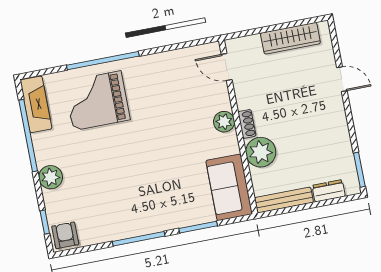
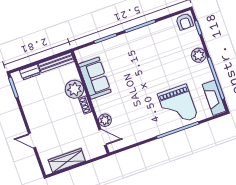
grand piano: (97, 101) -> (178, 106), turned 90
plant: (224, 122) -> (105, 120), moved
sofa: (229, 187) -> (95, 78), moved

